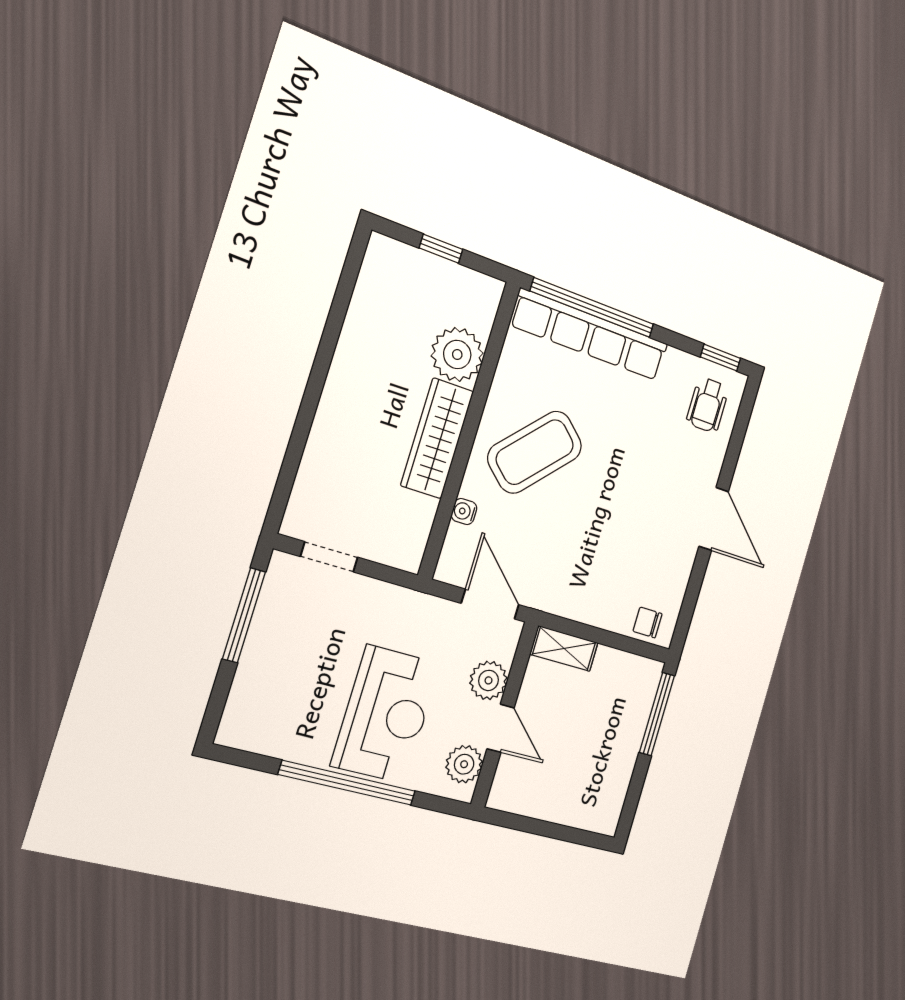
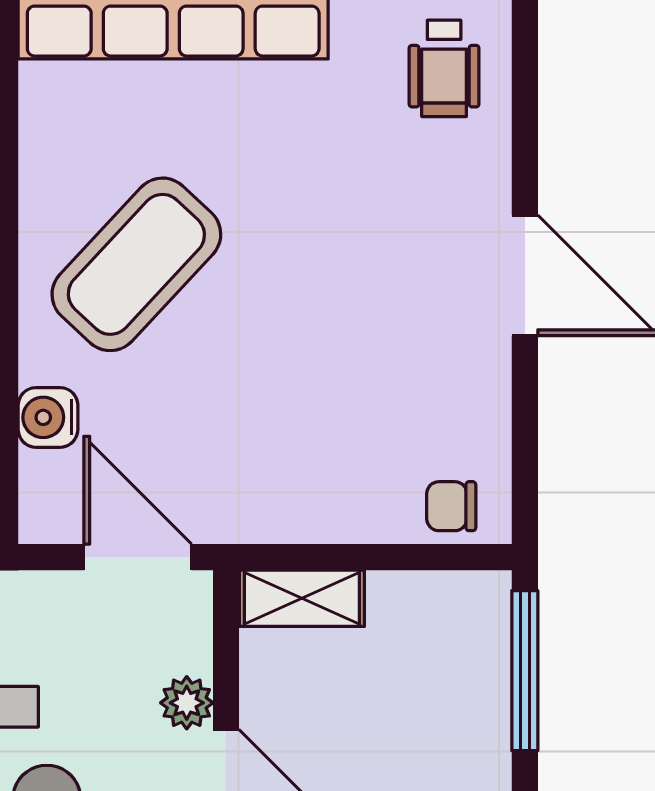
water cooler: (464, 512) -> (48, 417), width x1.38, depth x1.38
plant: (489, 680) -> (187, 703), width x0.73, depth x0.73

